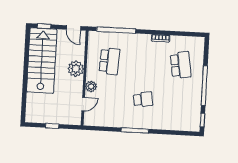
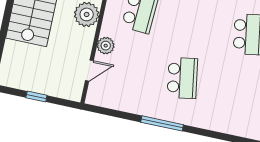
school desk: (143, 99) -> (182, 78), width x1.85

